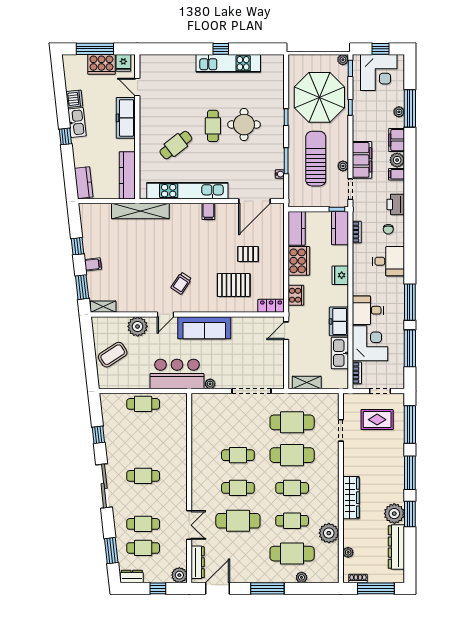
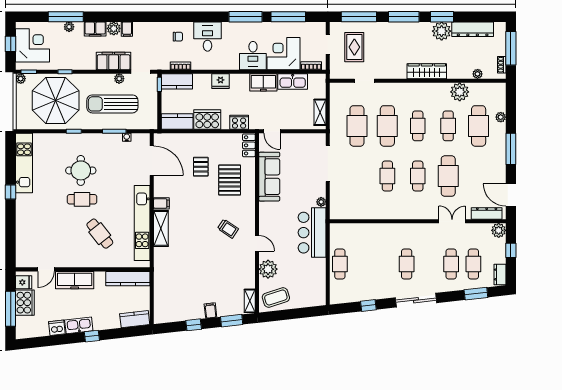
kitchen unit: (228, 63) -> (24, 163), moved
printer: (396, 204) -> (155, 30), removed
shelving: (140, 211) -> (161, 228), moved, width x0.68
sofa: (204, 328) -> (269, 177), moved
coffee table: (113, 355) -> (276, 297), moved, turned -75

